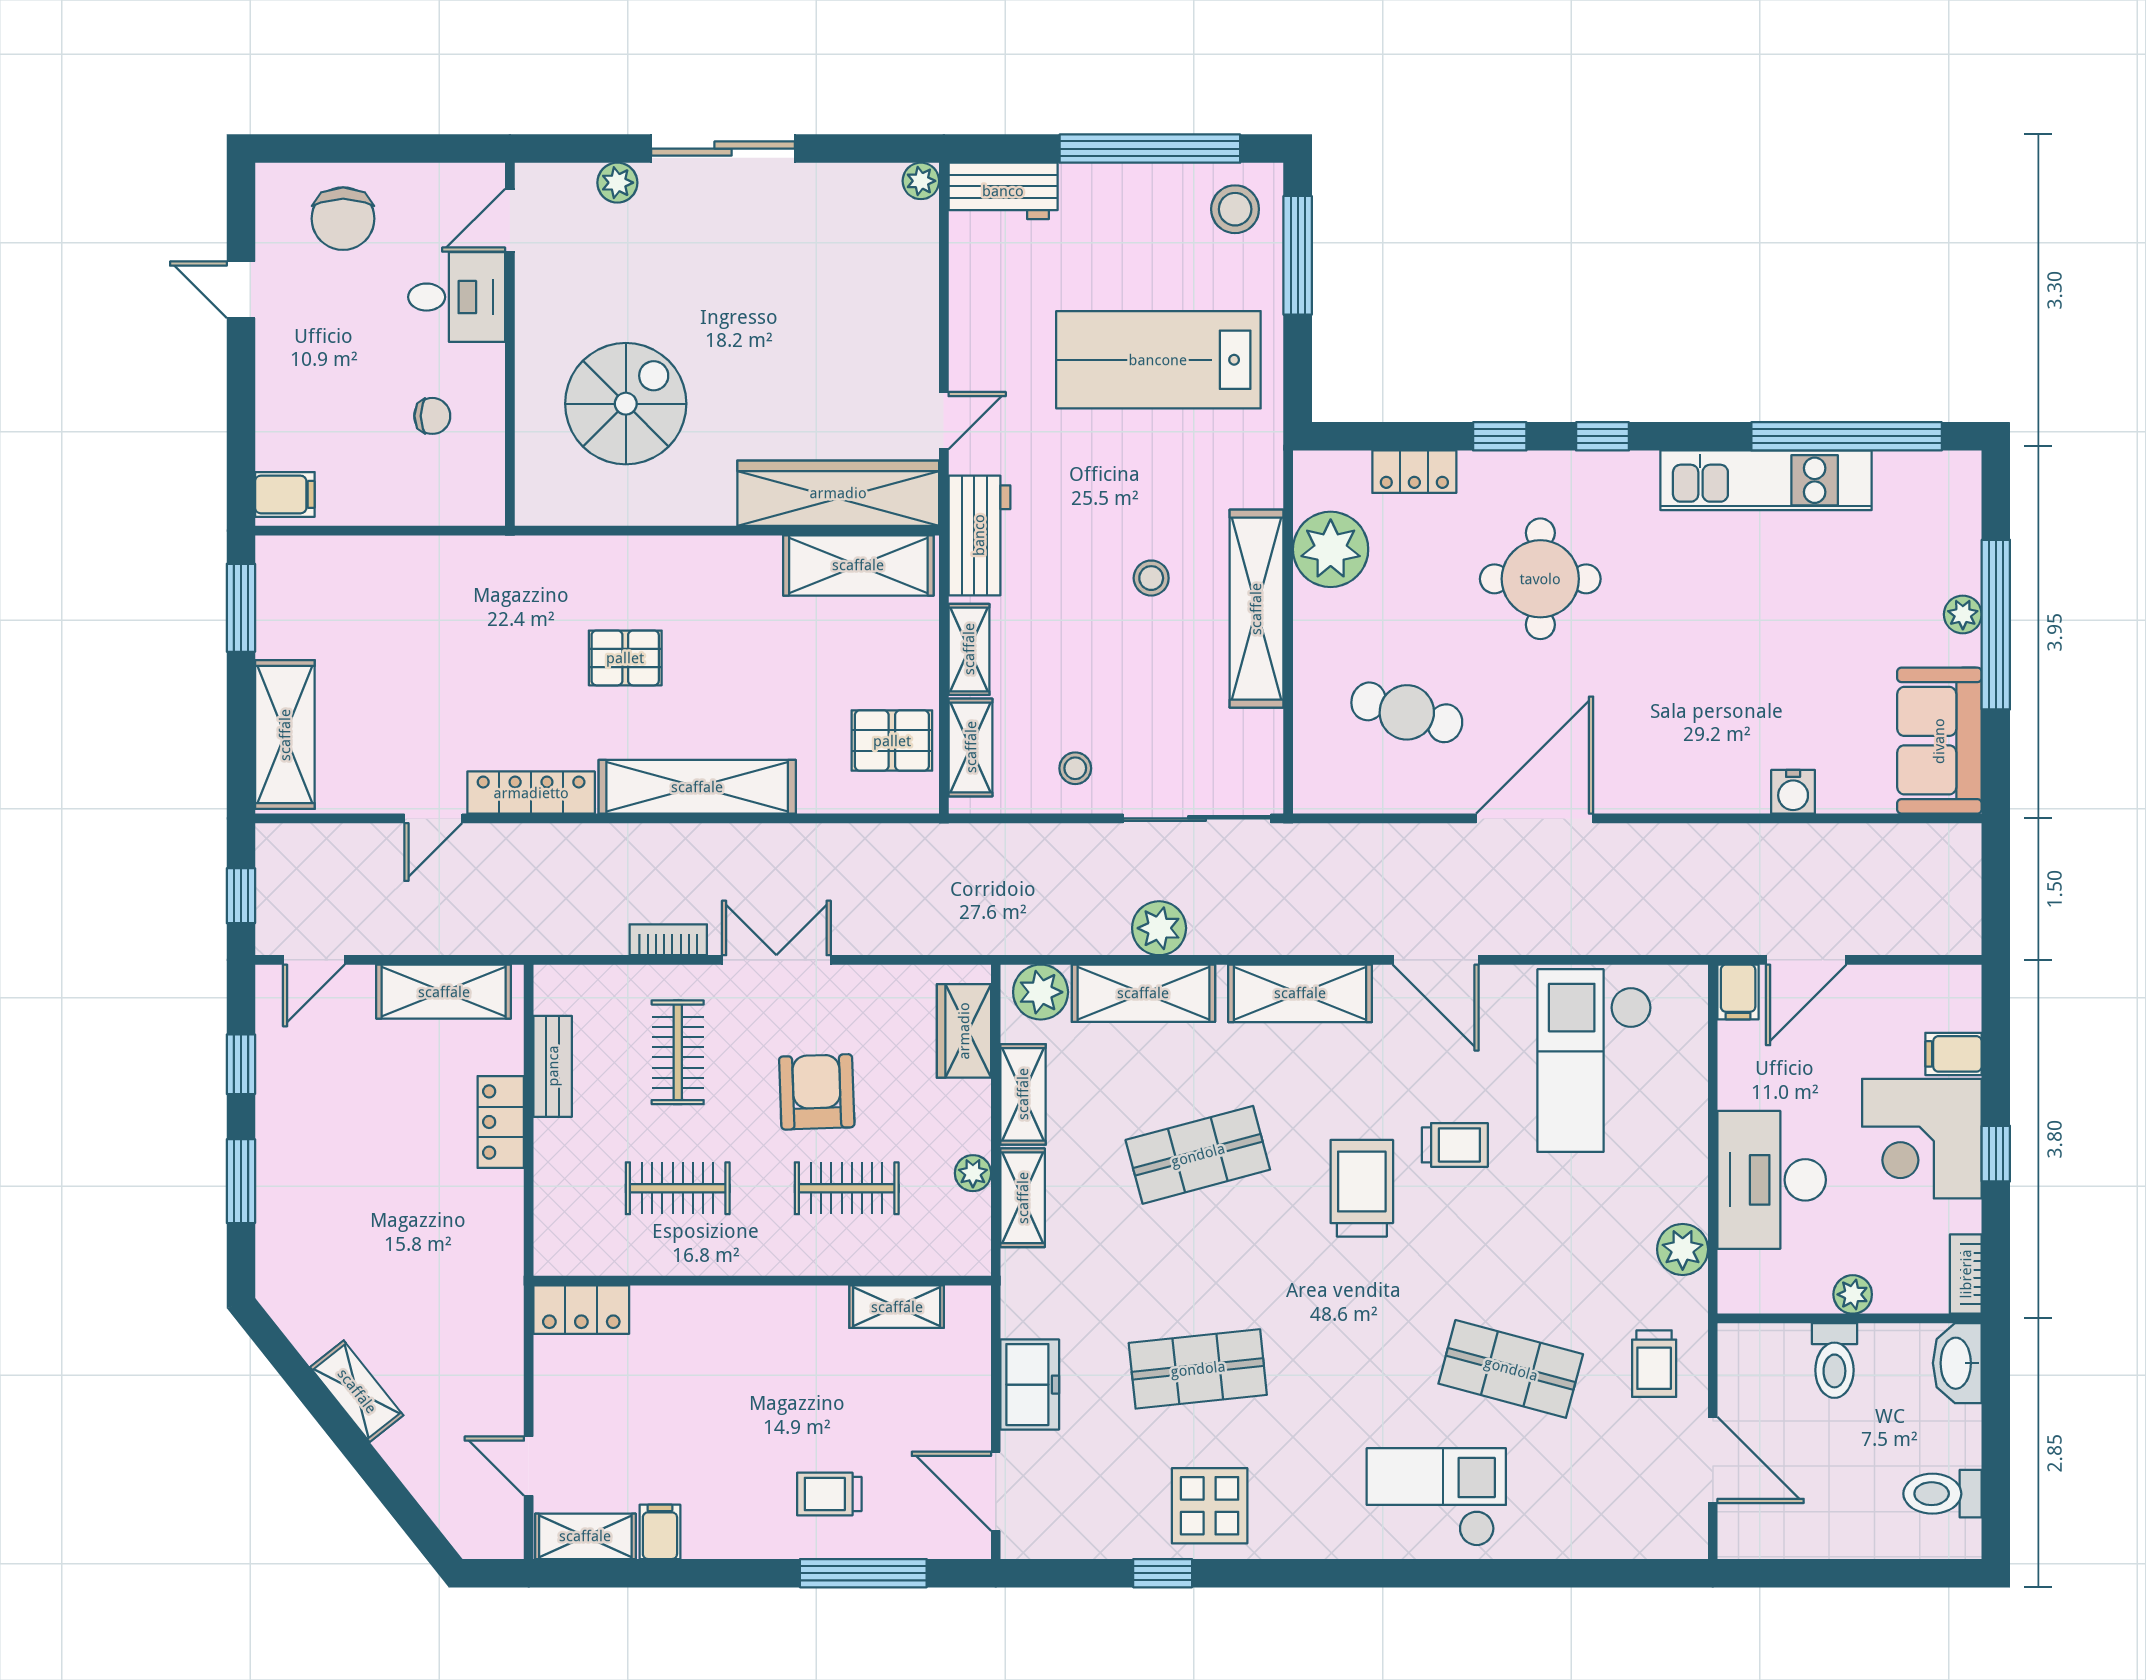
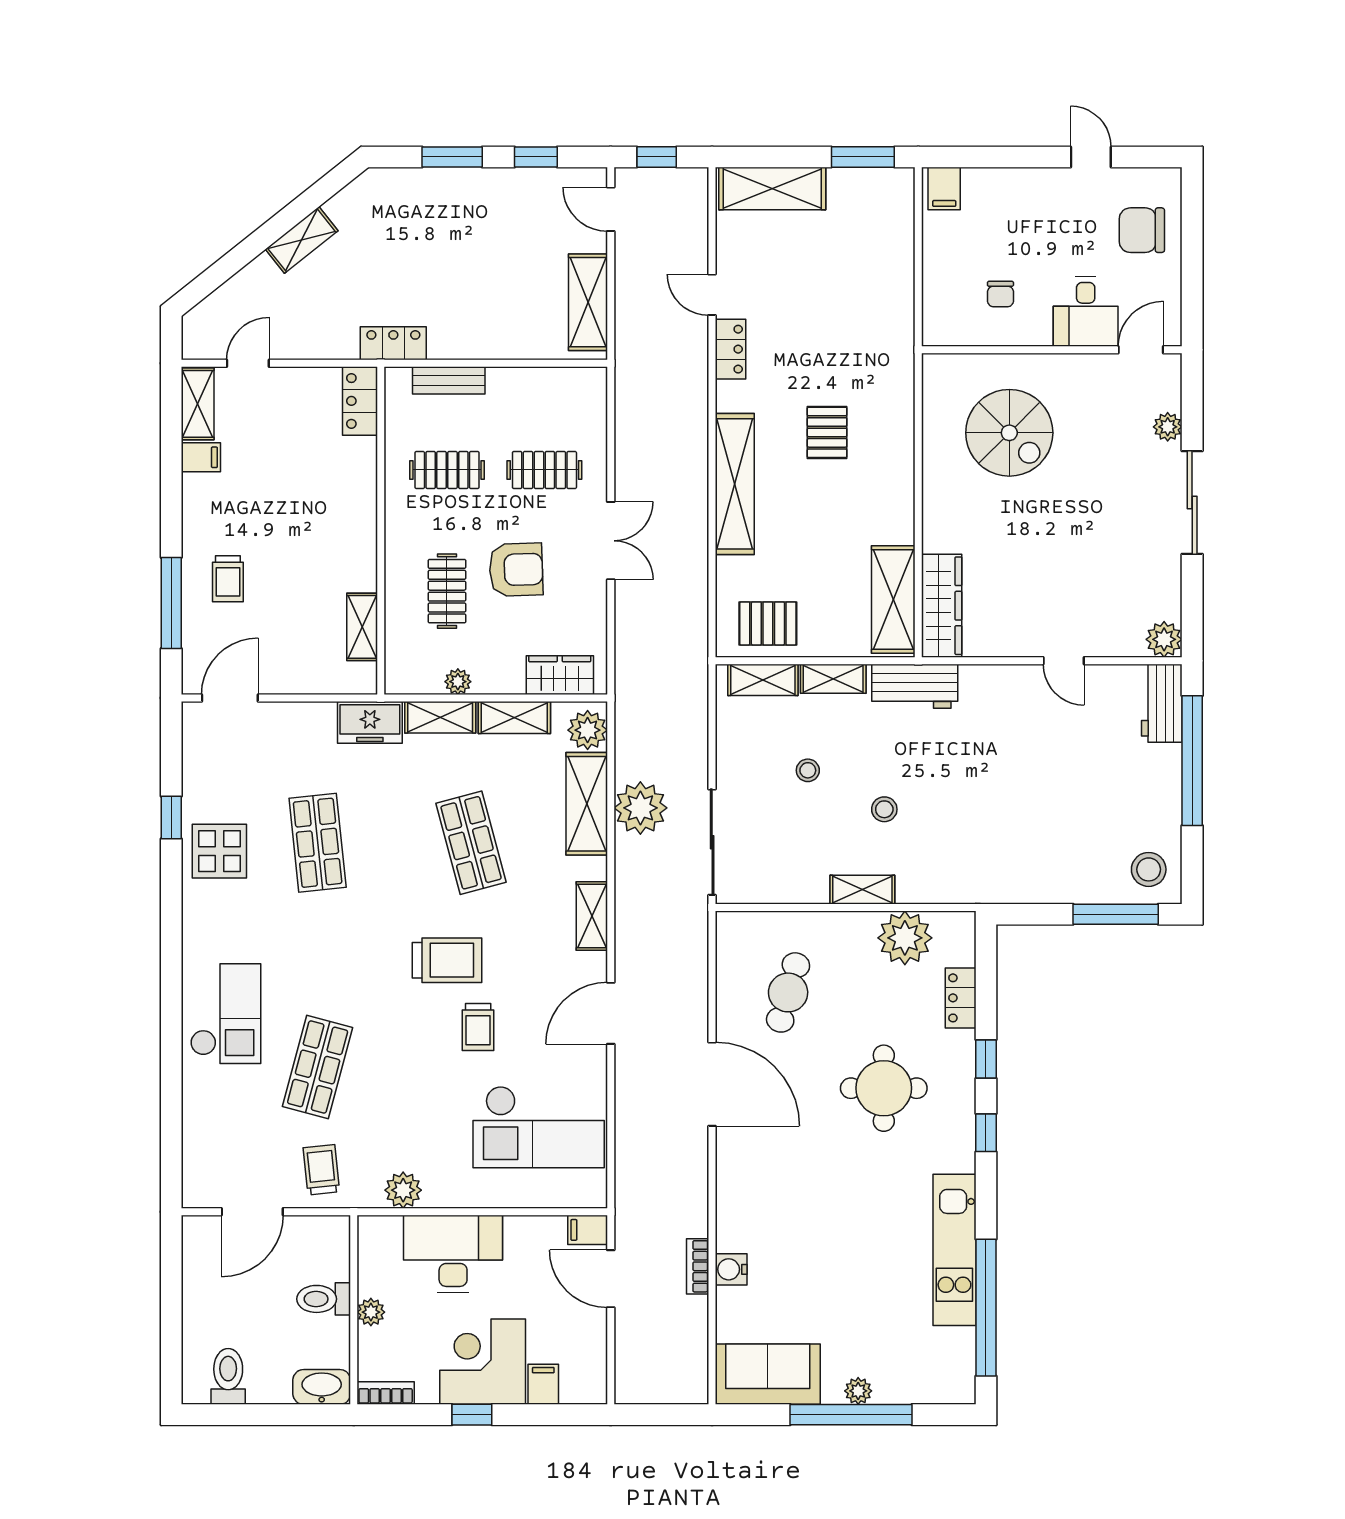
window: (1150, 149) -> (1192, 761), moved
plant: (921, 181) -> (1164, 639), width x1.38, depth x1.38
door: (510, 220) -> (1141, 350), hinge flipped
door: (241, 290) -> (1091, 157), hinge flipped
lab bench: (1158, 360) -> (1041, 815), removed
door: (944, 421) -> (1064, 661), moved
wardrobe: (838, 493) -> (942, 606), width x0.71, depth x0.85
shelving: (1256, 609) -> (862, 890), width x0.45, depth x0.75
pallet: (892, 741) -> (768, 623), turned 90
stool: (1075, 768) -> (808, 770), moved
locker: (531, 793) -> (731, 349), width x0.66
plant: (1159, 928) -> (640, 808), width x1.36, depth x1.36
bookcase: (668, 940) -> (698, 1266), moved, turned 180
shelving: (1300, 993) -> (592, 916), width x0.67, depth x0.75
checkout: (1594, 1061) -> (539, 1127), turned 180
bench: (553, 1066) -> (449, 380), moved
locker: (501, 1122) -> (393, 343), moved
clothes rail: (678, 1188) -> (447, 470), turned 90
trolley: (1654, 1364) -> (321, 1170), turned 84
freezer: (1030, 1385) -> (370, 722), moved
trolley: (829, 1494) -> (228, 579), turned 180

